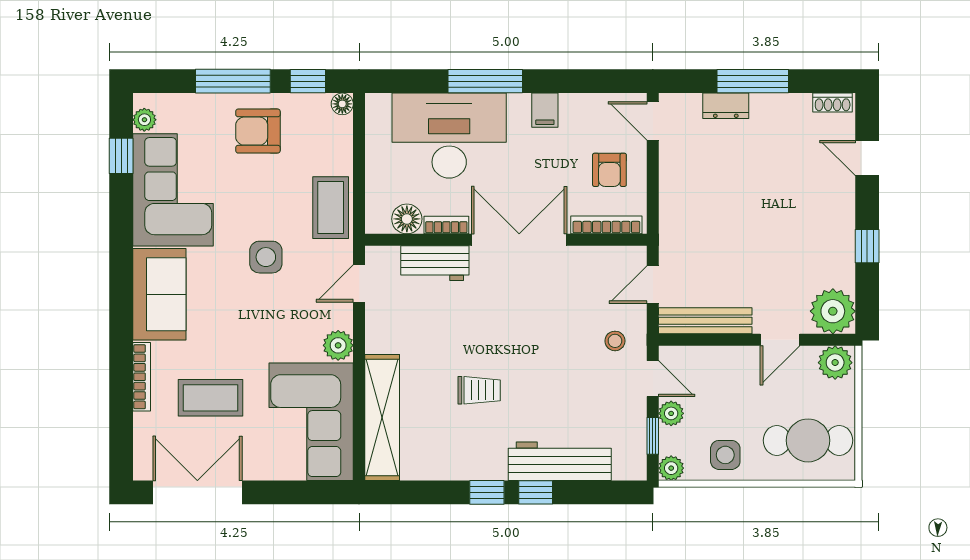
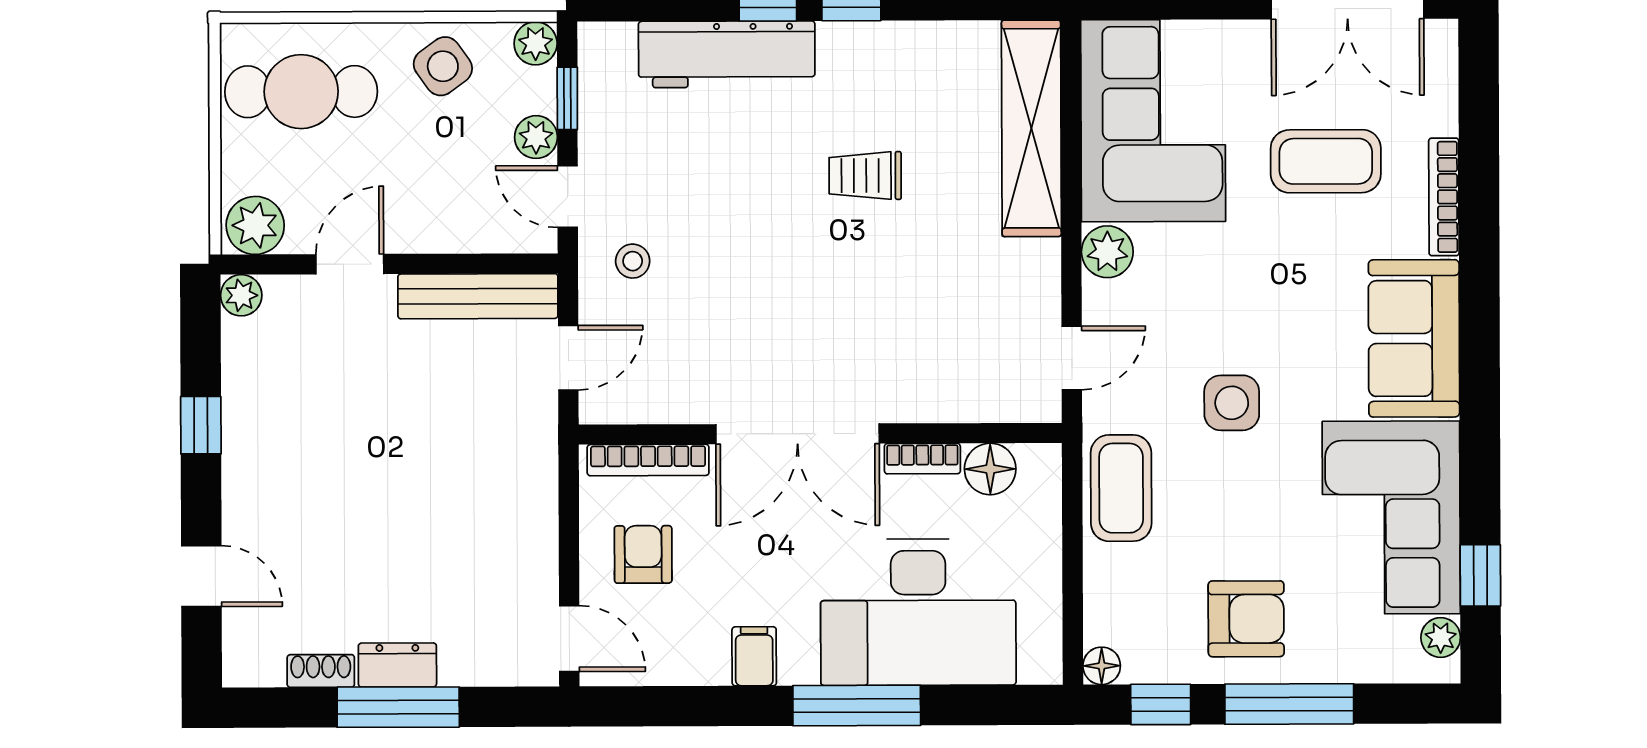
shoe rack: (833, 103) -> (321, 671), moved
dresser: (726, 106) -> (397, 665), moved
workbench: (435, 263) -> (942, 393), removed
plant: (833, 311) -> (241, 295), width x0.53, depth x0.53
side table: (725, 455) -> (443, 66), turned -36

